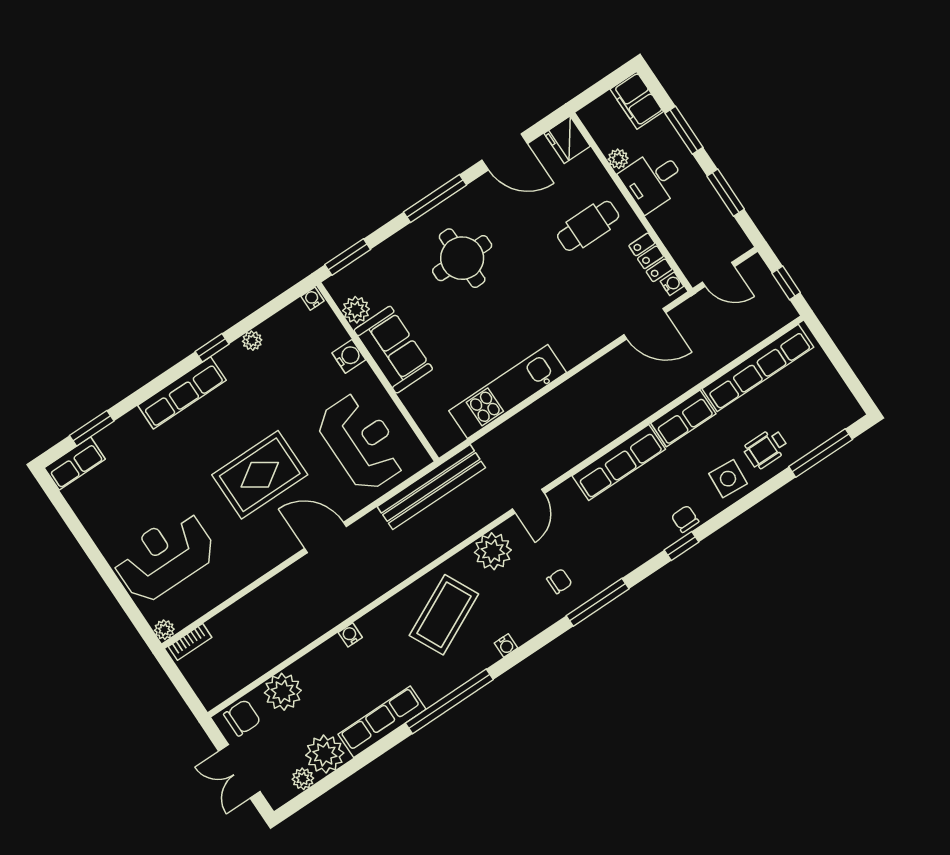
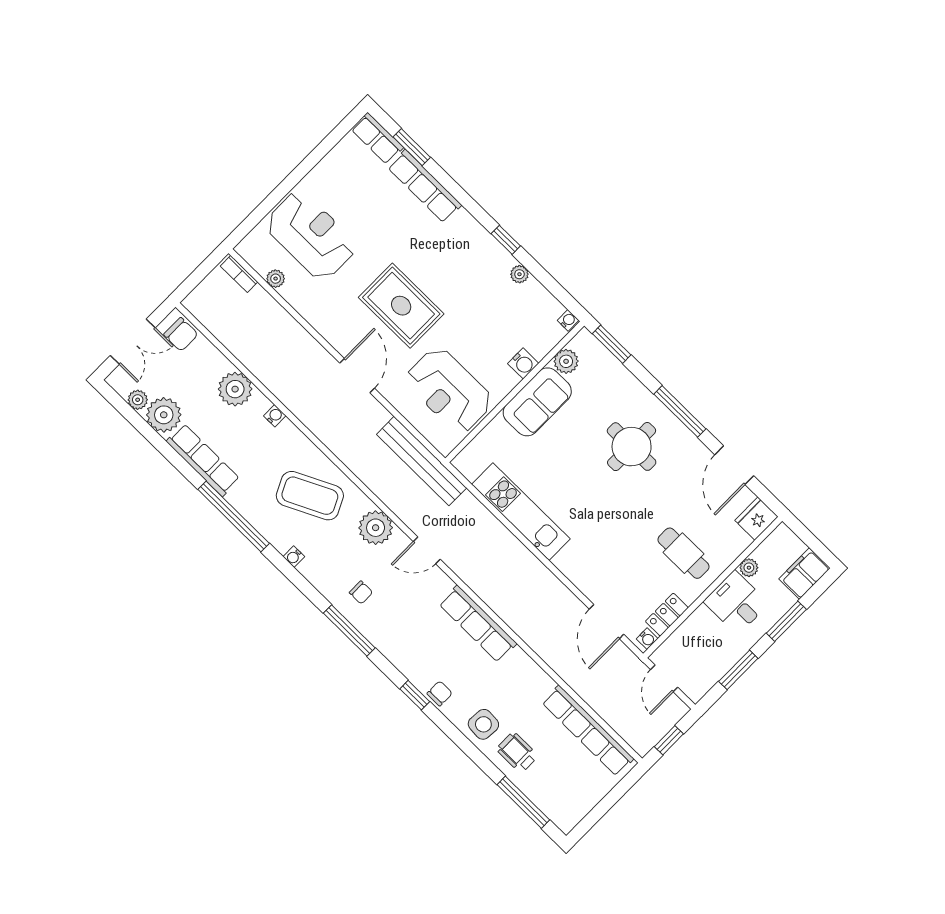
row of seats: (182, 393) -> (425, 186), moved
row of seats: (683, 418) -> (529, 673), removed
reception desk: (361, 442) -> (449, 390), turned 90
plant: (164, 630) -> (276, 279), moved
plant: (283, 692) -> (235, 389), moved
double door: (239, 771) -> (133, 342), swing flipped

